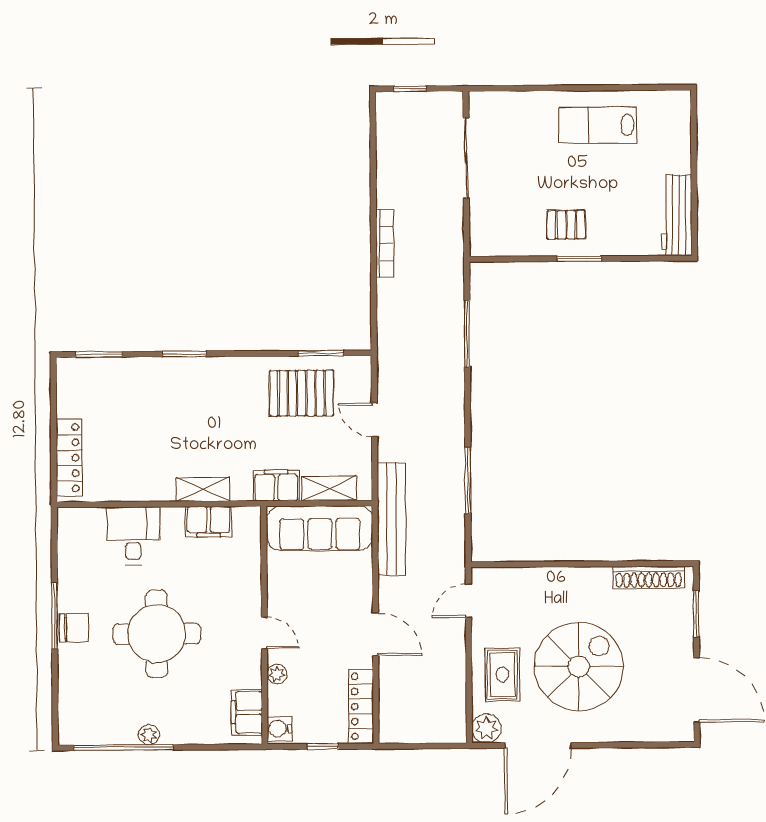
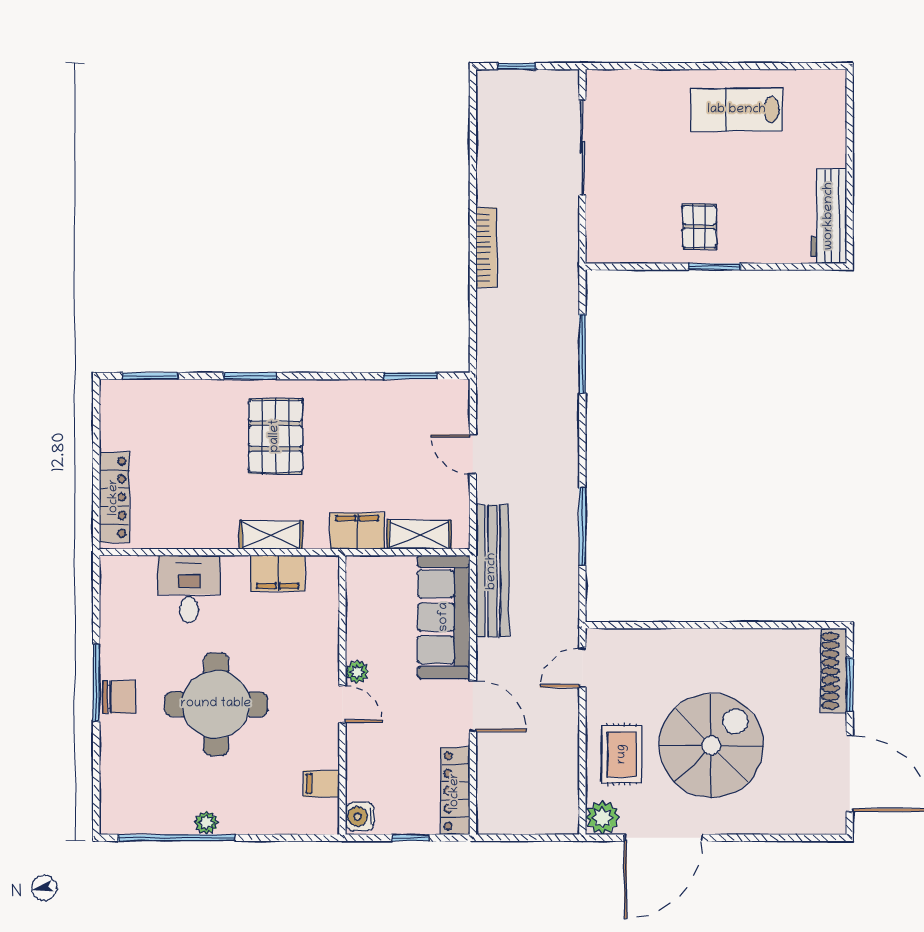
pallet: (566, 225) -> (699, 227), turned 90
pallet: (302, 393) -> (275, 436), moved, turned 90
sofa: (320, 528) -> (444, 617), moved, turned 90
shoe rack: (649, 577) -> (834, 671), moved, turned 90
plant: (277, 674) -> (357, 672), moved
filing cabinet: (247, 712) -> (321, 784), width x0.50

